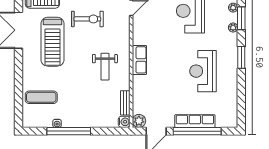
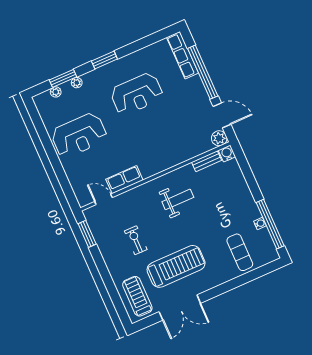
exercise bike: (87, 19) -> (136, 240), width x0.73, depth x0.72
row of seats: (139, 60) -> (124, 180), moved
row of seats: (195, 121) -> (183, 55), moved
window: (69, 131) -> (270, 224), moved

